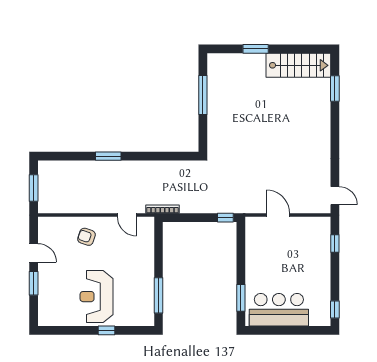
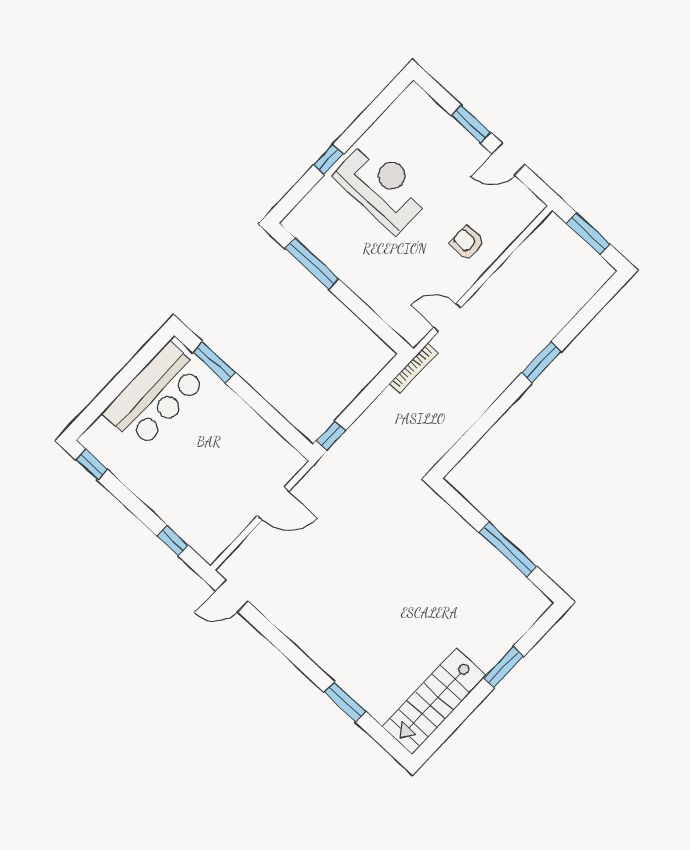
window: (335, 88) -> (345, 702), moved
armchair: (86, 237) -> (467, 243), turned -109

